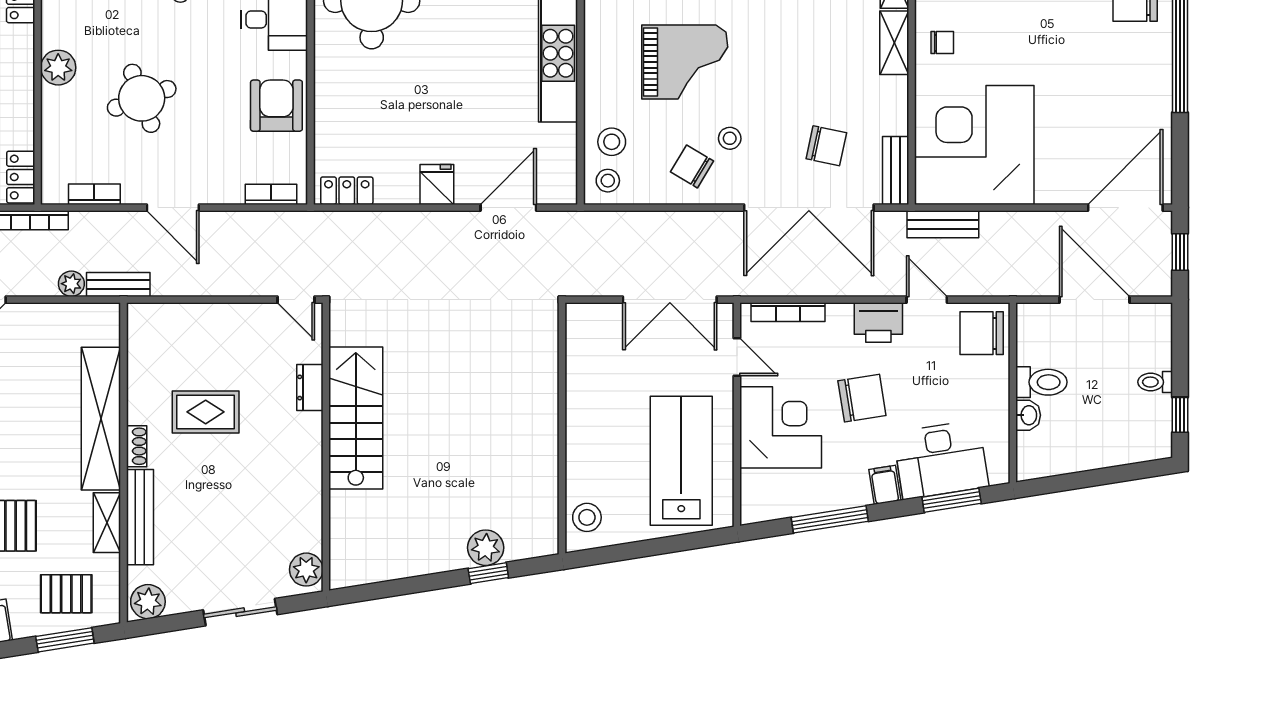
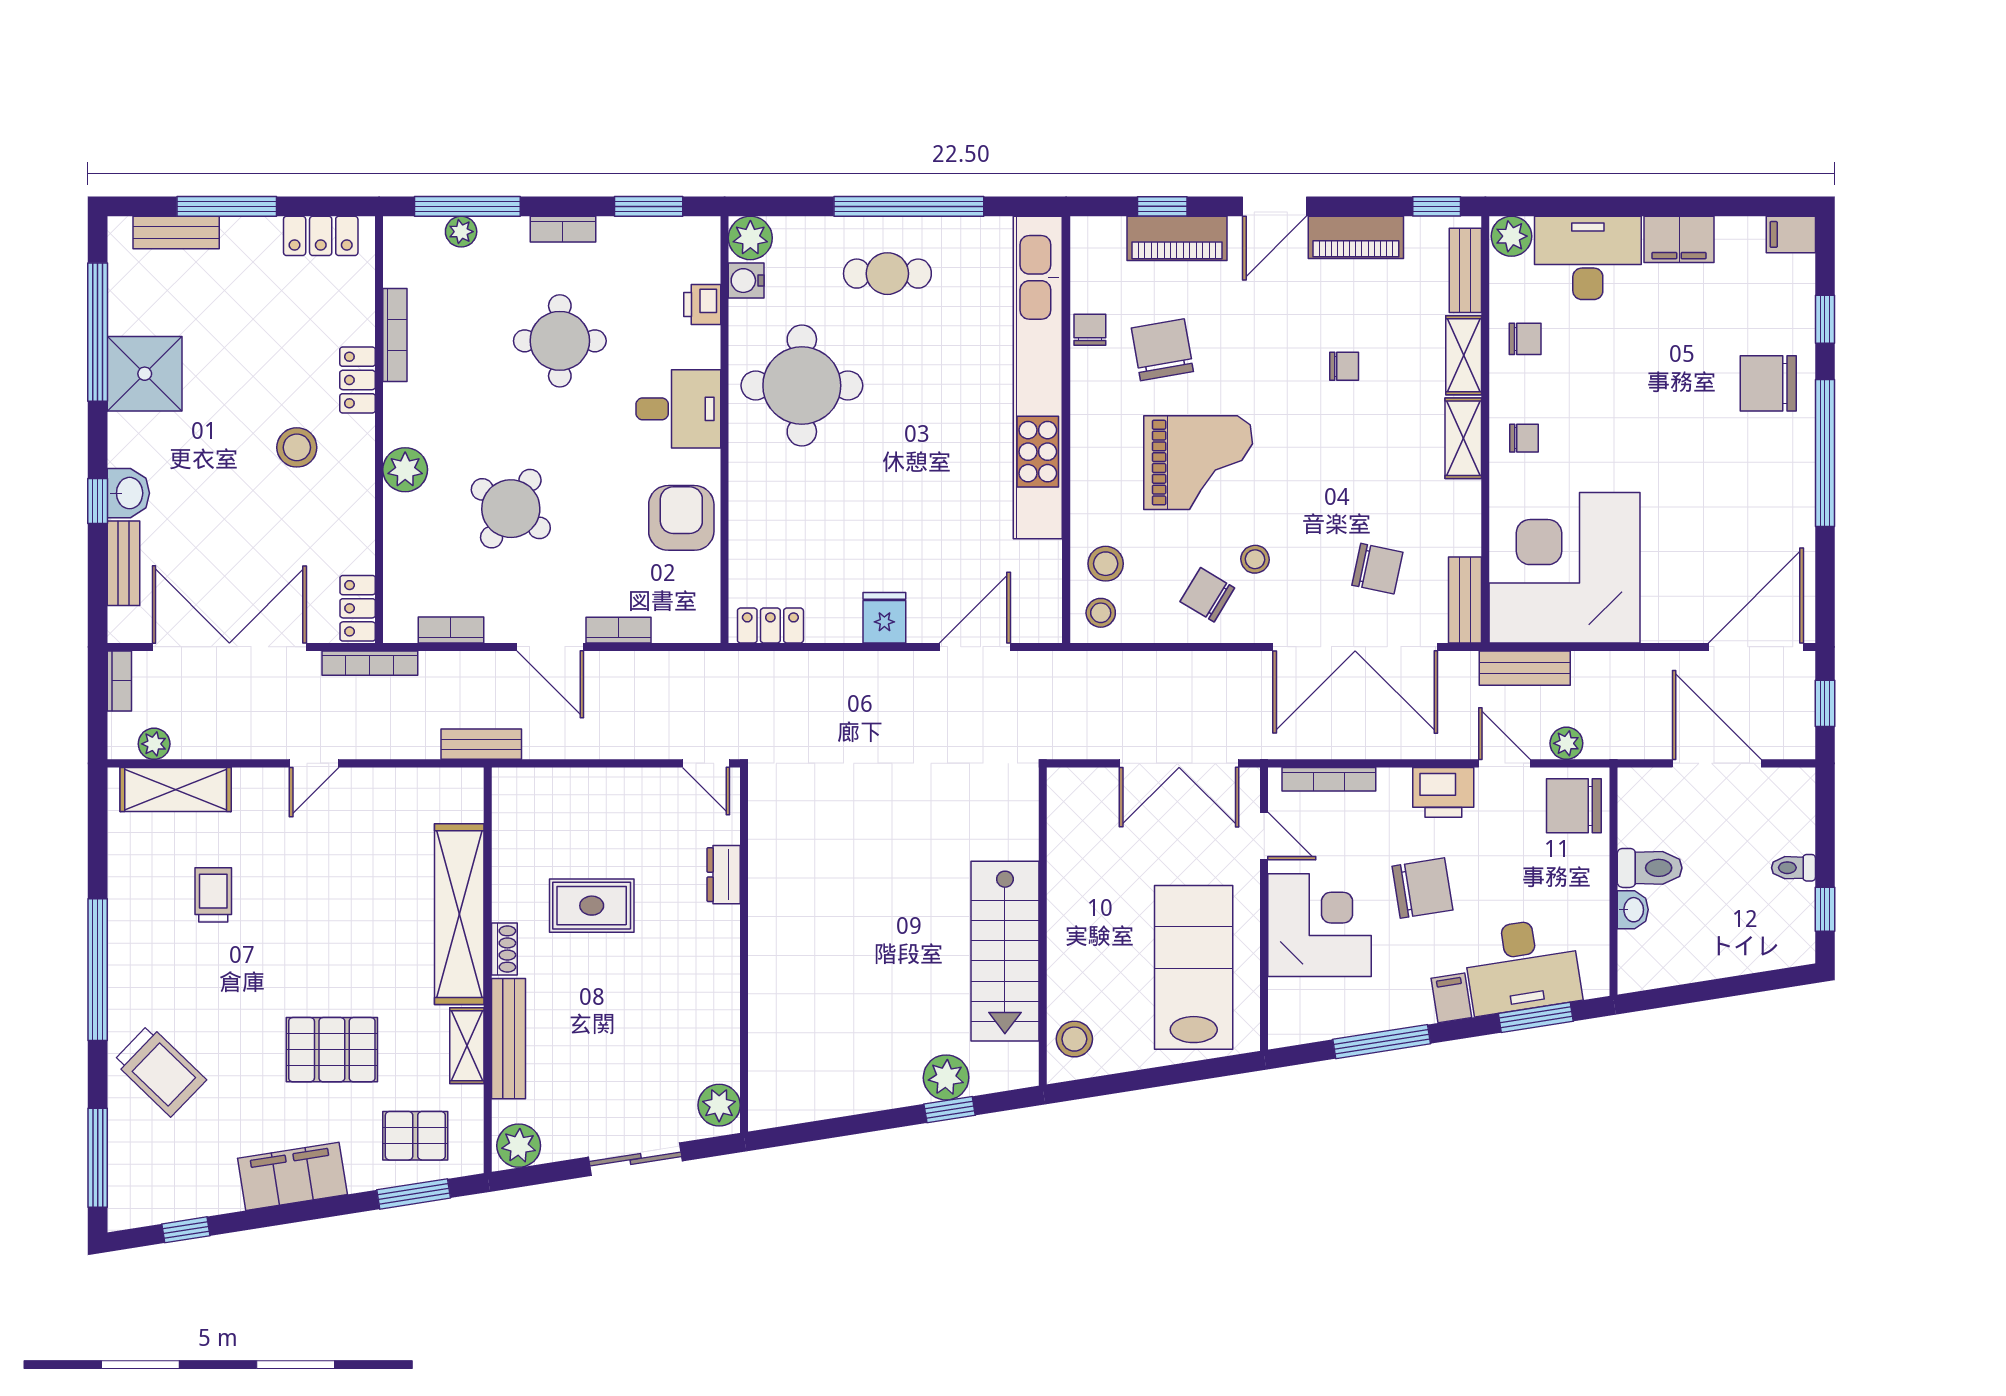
round table: (142, 98) -> (511, 509), turned -36
bookcase: (271, 194) -> (618, 630), moved
plant: (71, 284) -> (1566, 743), moved
stairs: (356, 418) -> (1005, 951), moved, turned 180

